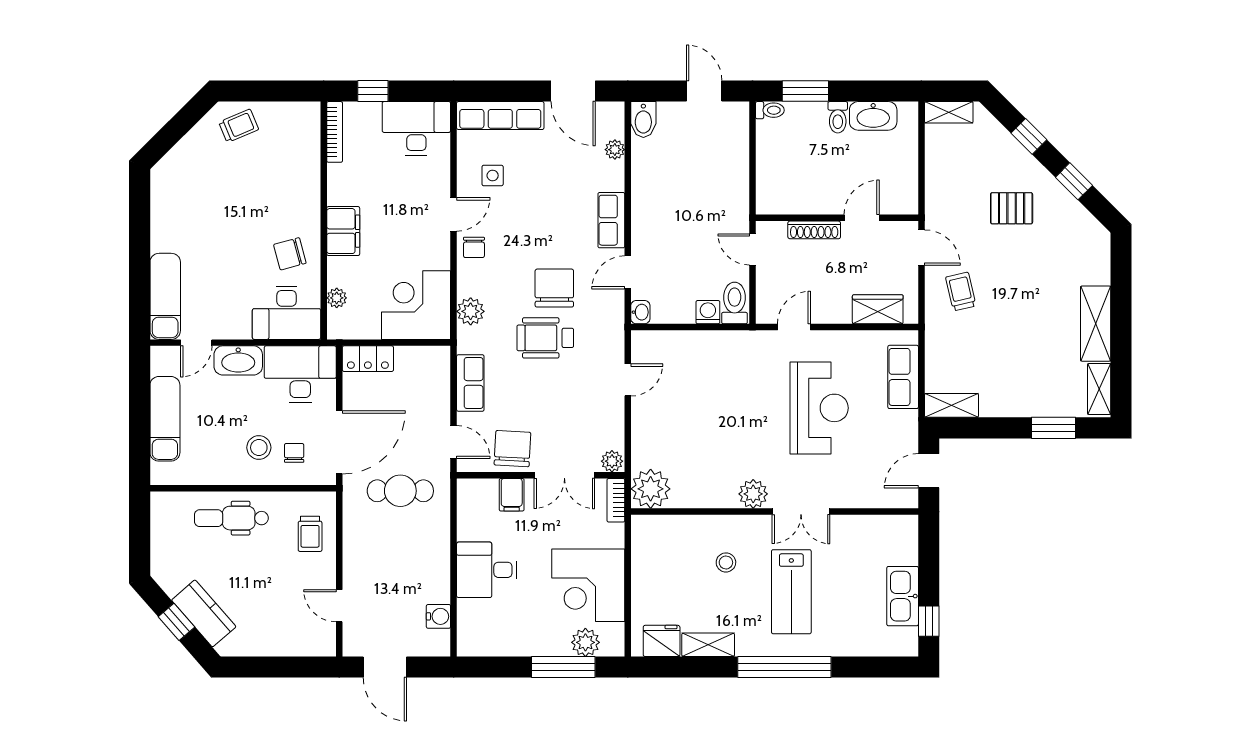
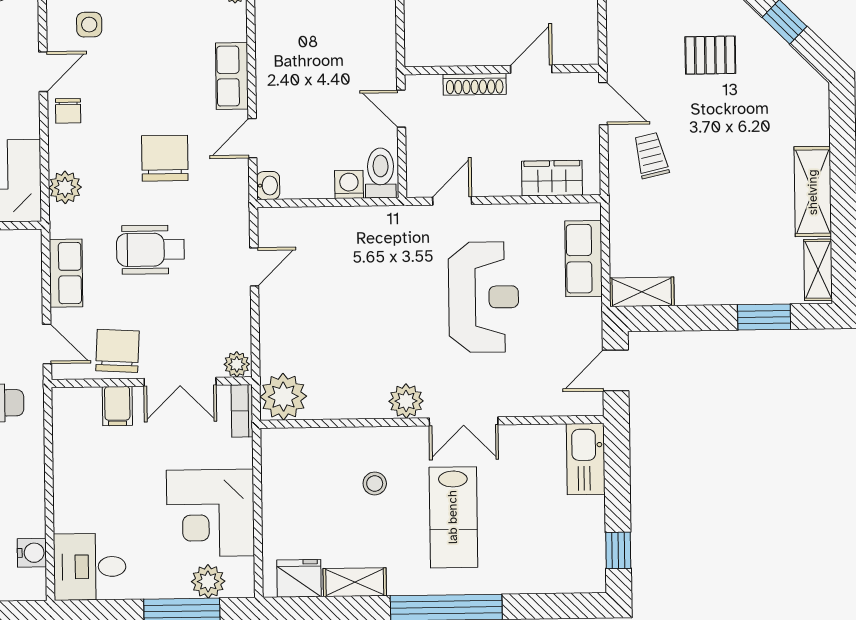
wheelchair: (545, 338) -> (150, 250), moved
desk: (487, 570) -> (90, 567), moved
kitchen sink: (903, 596) -> (586, 459), moved

